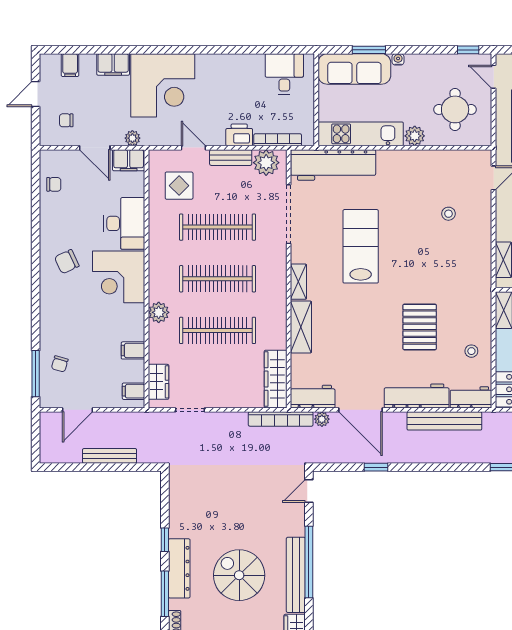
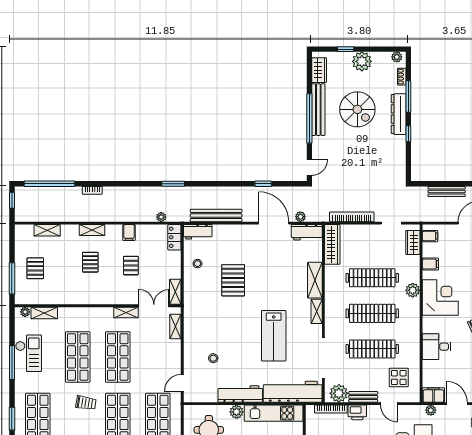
desk: (124, 223) -> (436, 347), width x0.73
corner desk: (119, 277) -> (440, 298), moved
workbench: (417, 396) -> (240, 394), moved, turned 180
bookcase: (281, 419) -> (352, 217), moved

